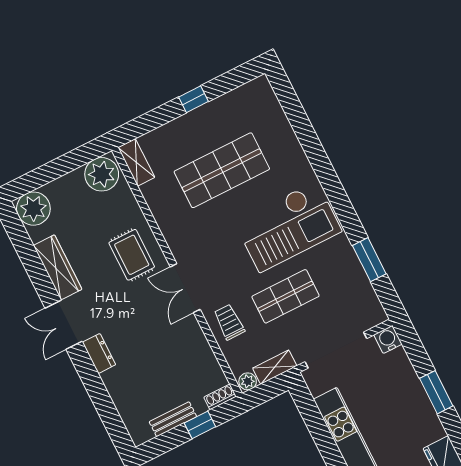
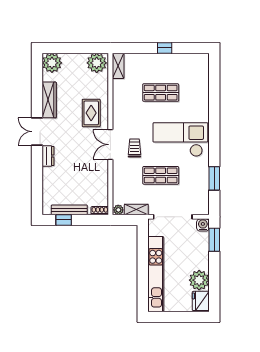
shop shelf: (222, 170) -> (161, 93), width x0.70, depth x0.74
checkout: (288, 227) -> (180, 140), turned 180
trolley: (229, 322) -> (134, 148), moved
window: (436, 392) -> (214, 240), moved
bench: (173, 419) -> (69, 210), width x1.36
window: (200, 425) -> (64, 220), moved
plant: (425, 426) -> (199, 280), added

